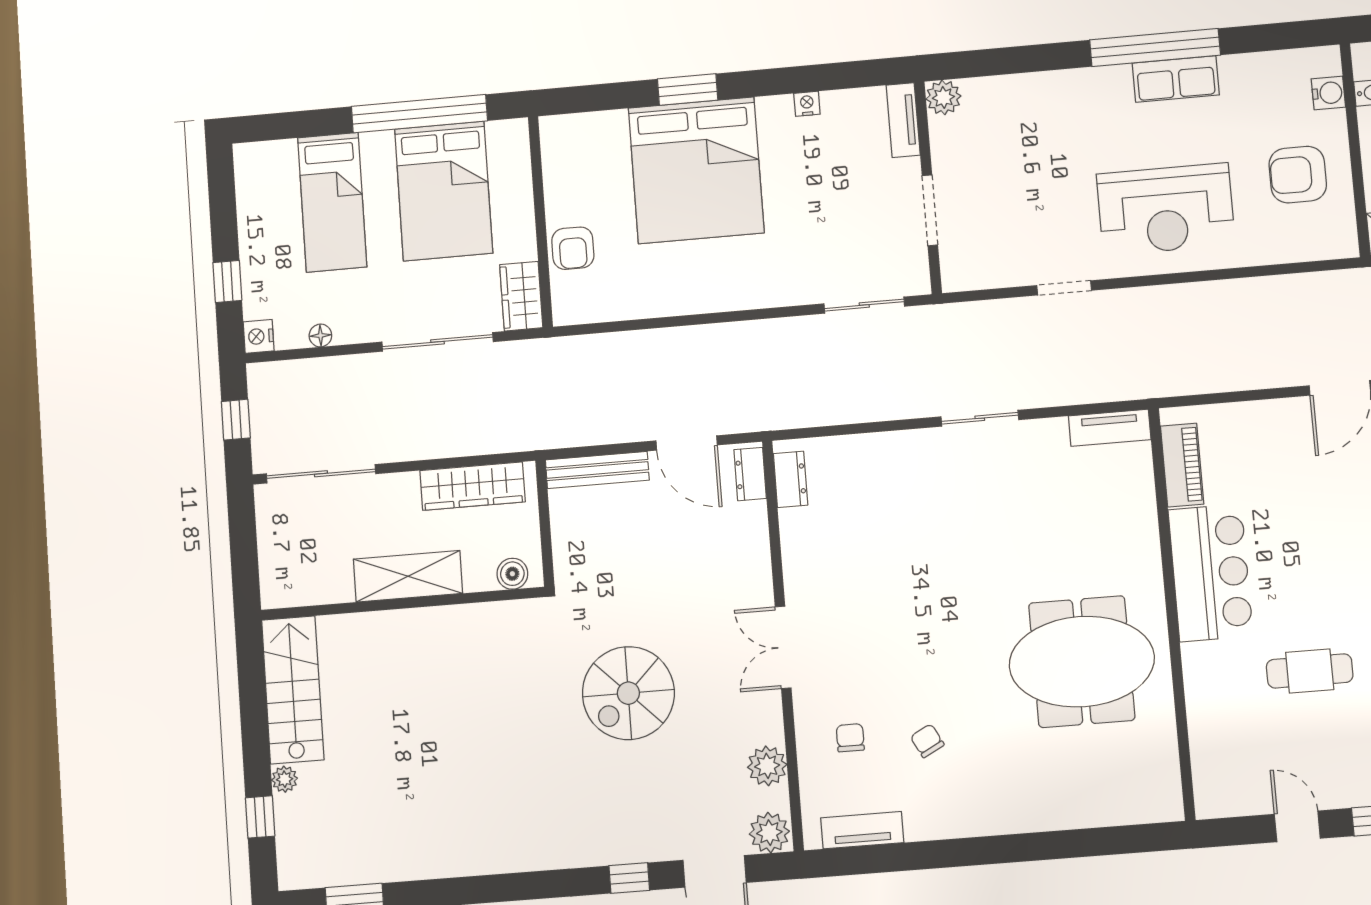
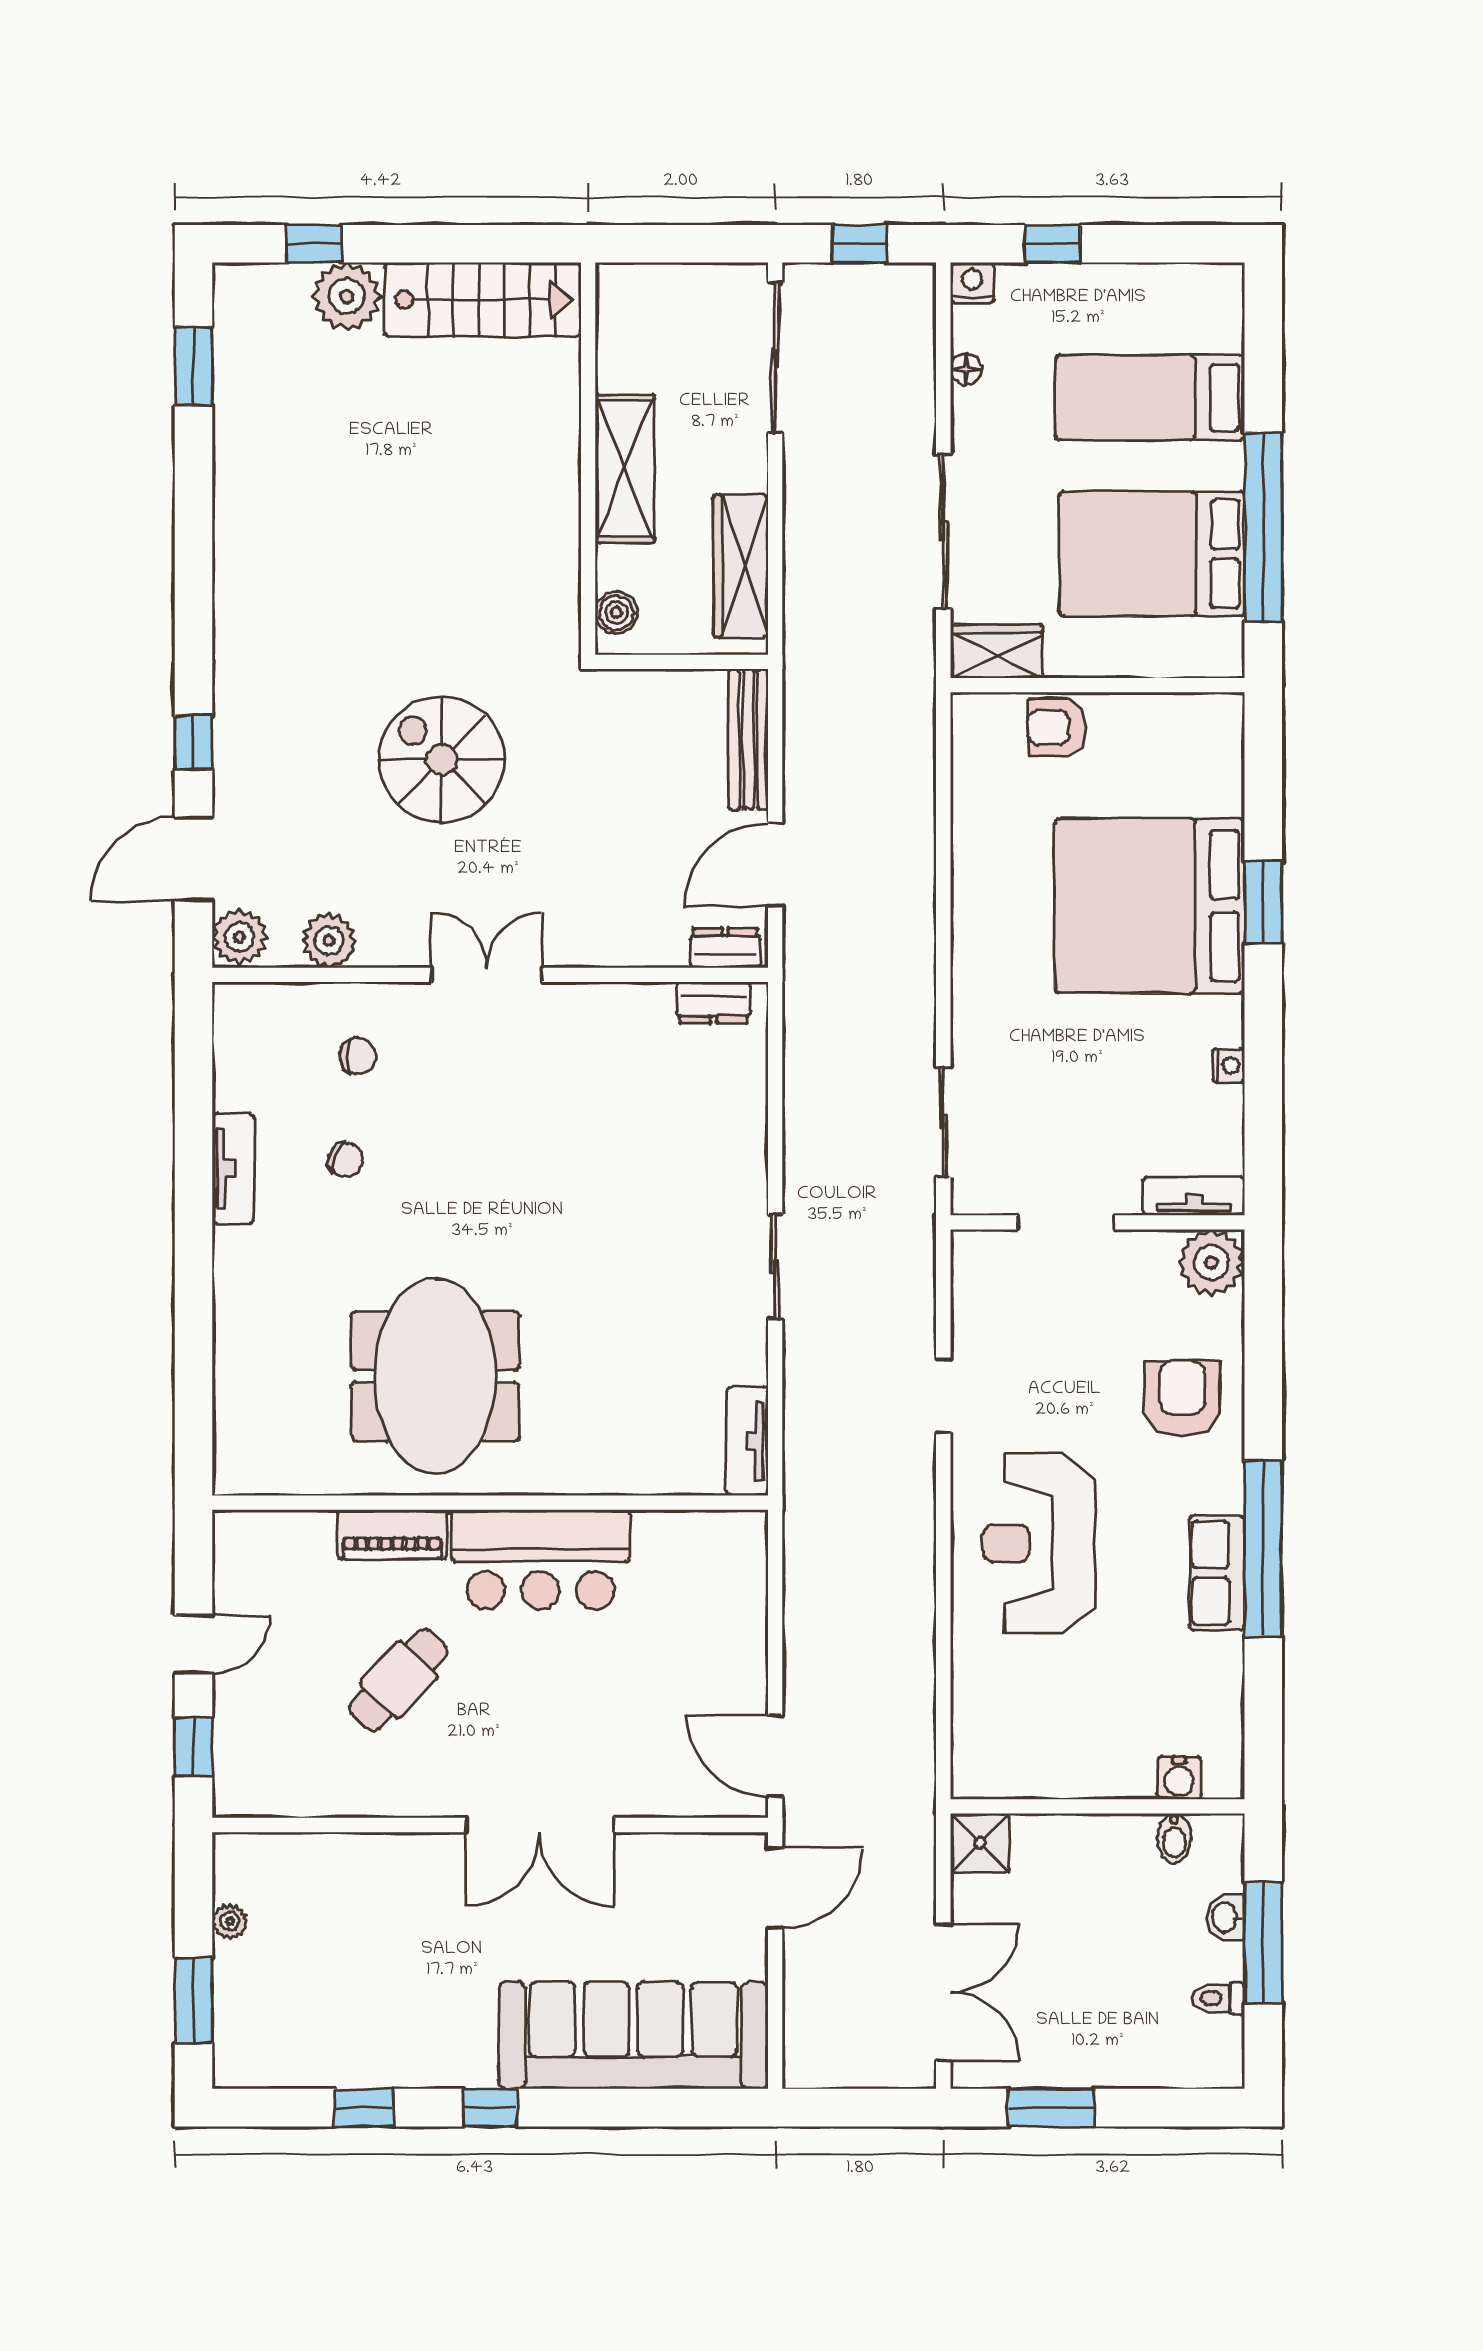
plant: (943, 97) -> (1211, 1263), width x1.36, depth x1.36
armchair: (1298, 175) -> (1182, 1398), moved
piano: (1182, 465) -> (392, 1534), moved
cafe table: (1310, 671) -> (398, 1680), turned 43
chair: (927, 741) -> (346, 1160), turned 49
plant: (285, 779) -> (347, 296), width x1.88, depth x1.88
tv unit: (862, 830) -> (233, 1169), moved

